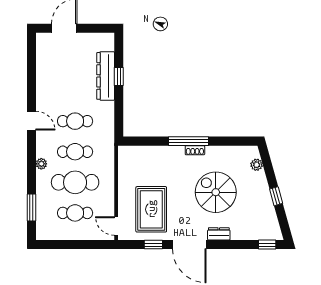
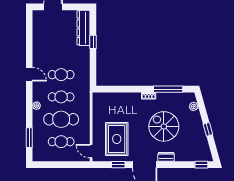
dresser: (106, 76) -> (83, 28), moved
window: (189, 141) -> (168, 89), moved

